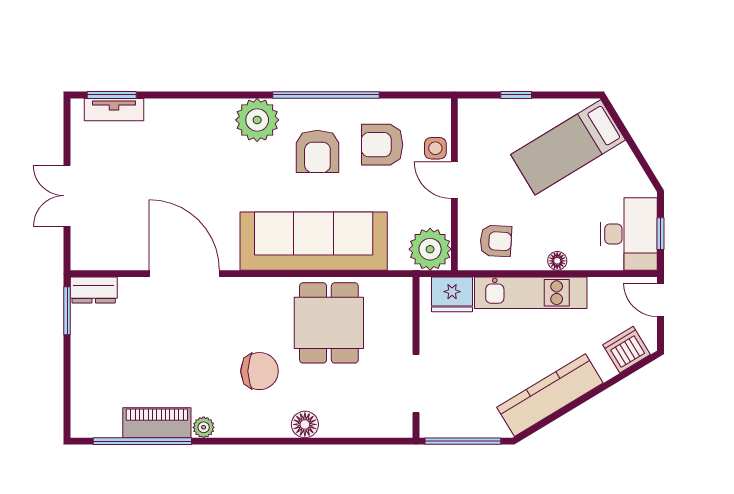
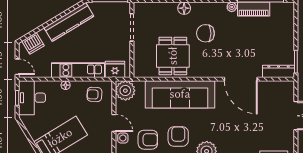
dresser: (94, 290) -> (279, 71), width x1.44

